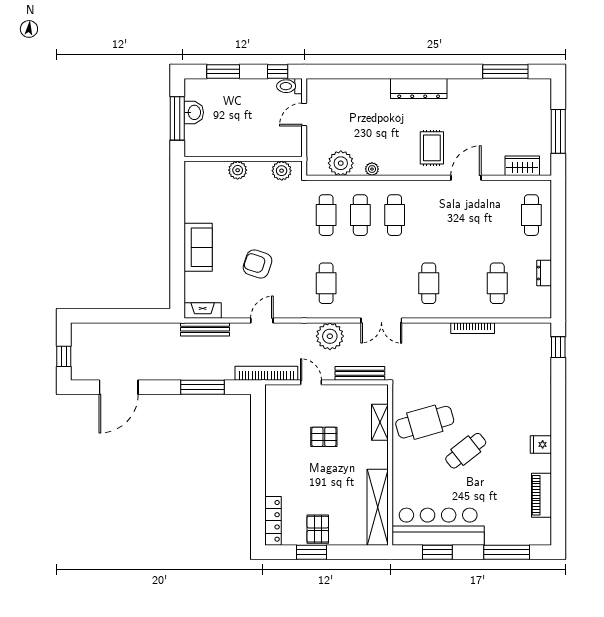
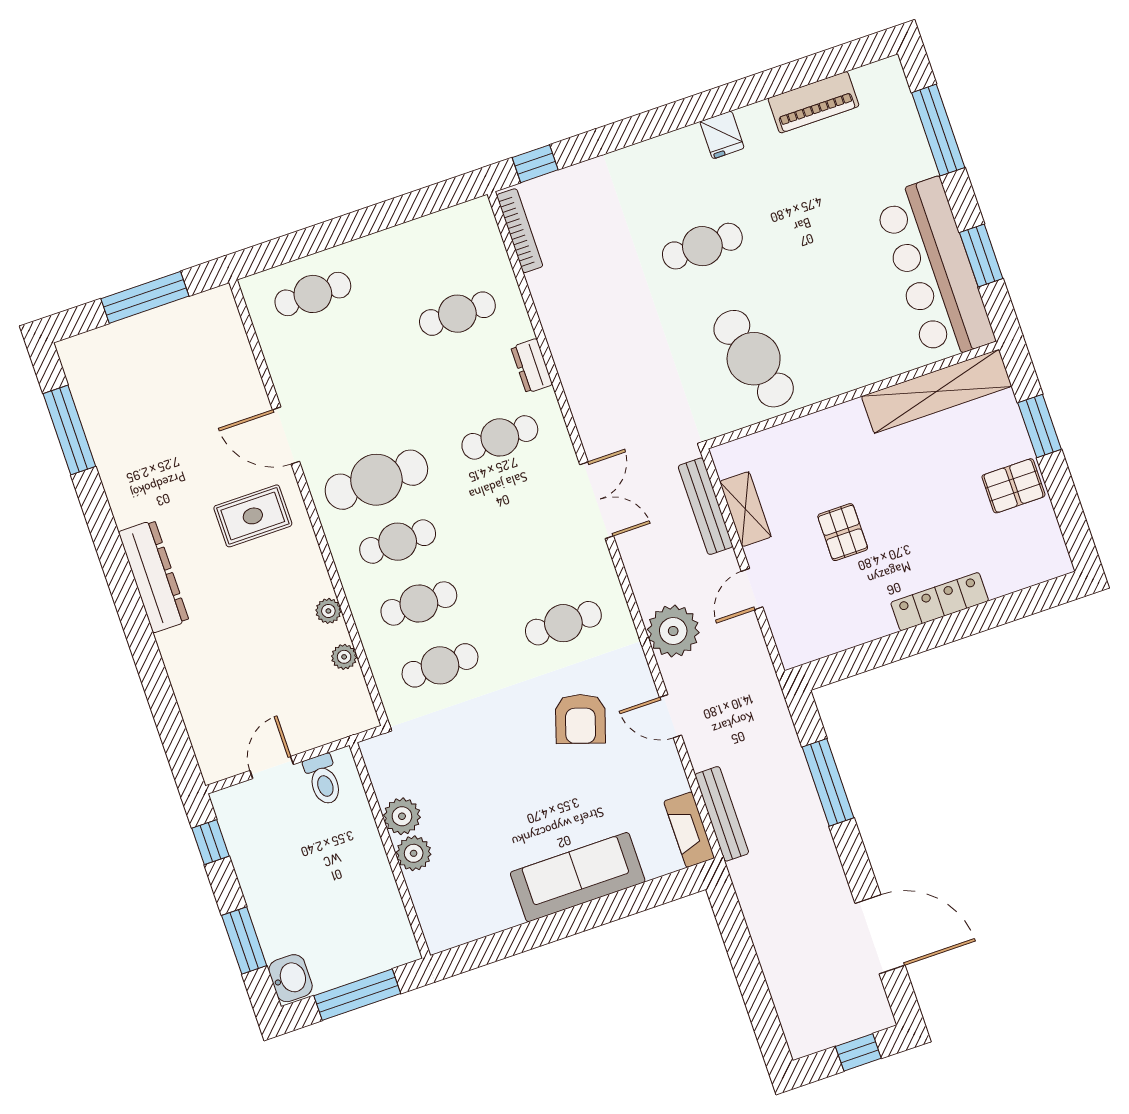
toilet: (289, 86) -> (323, 780), moved
washbasin: (194, 112) -> (290, 978), moved, turned 90
door: (304, 114) -> (272, 767), swing flipped
plant: (341, 163) -> (344, 657), width x0.53, depth x0.53
wardrobe: (522, 166) -> (229, 341), removed
plant: (282, 171) -> (402, 816), moved
cafe table: (429, 215) -> (376, 480), added
sofa: (198, 247) -> (578, 877), width x1.36
armchair: (257, 264) -> (580, 719), moved
dresser: (544, 273) -> (532, 366), moved, turned 90
bookcase: (473, 328) -> (520, 231), moved
plant: (330, 336) -> (673, 631), moved
bookcase: (266, 373) -> (763, 676), removed
shelving: (380, 422) -> (745, 509), moved, turned 90
cafe table: (466, 451) -> (702, 246), moved, turned -52
locker: (273, 521) -> (940, 602), moved
window: (311, 552) -> (1040, 426), moved

